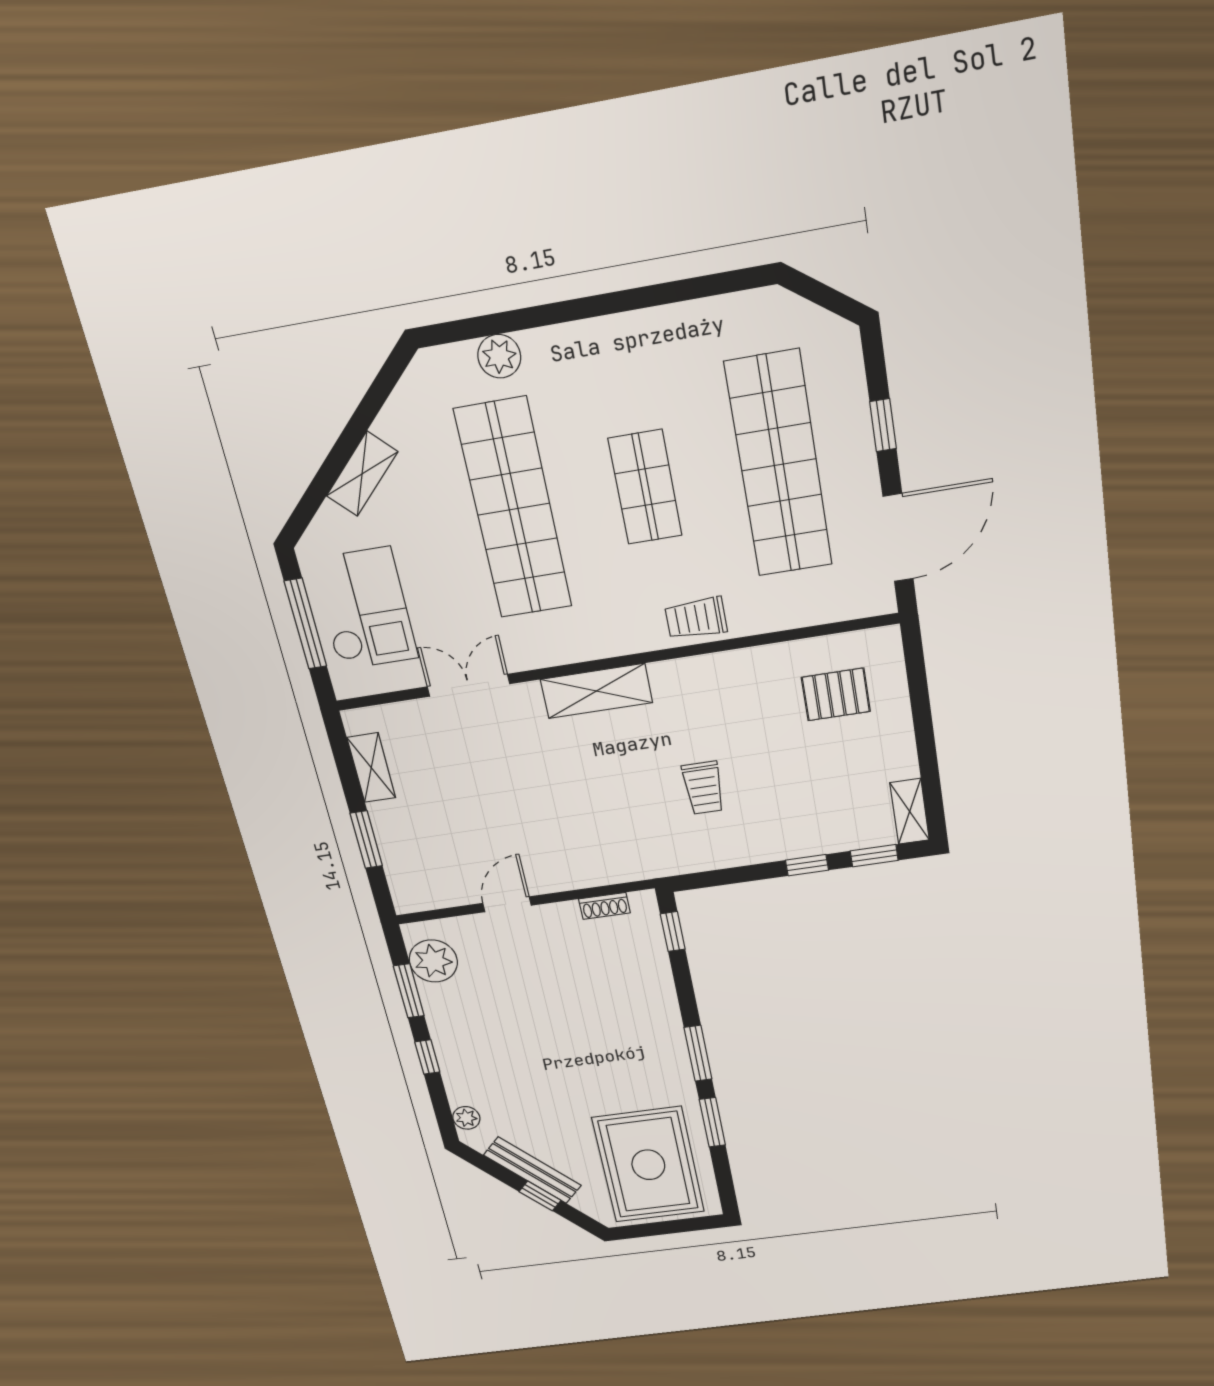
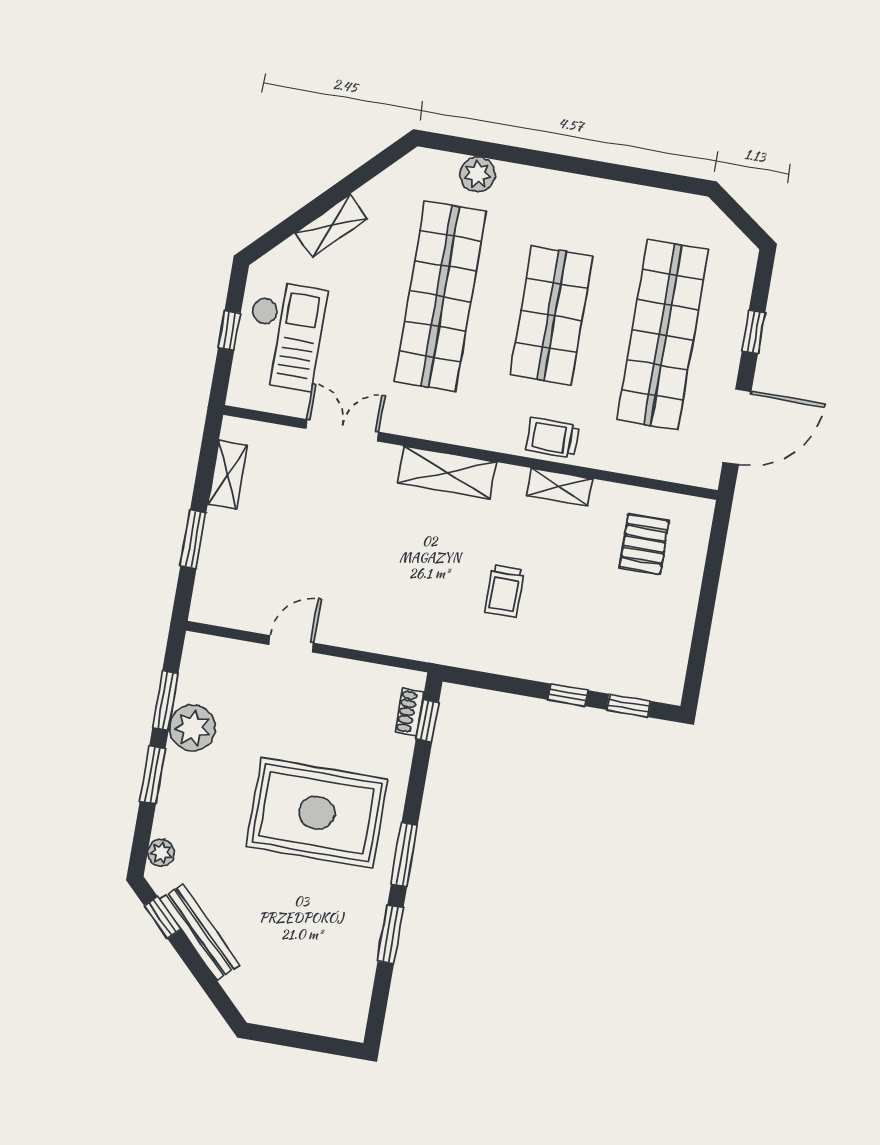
shop shelf: (645, 487) -> (551, 315), width x1.43, depth x1.36
window: (306, 624) -> (229, 330), width x0.46
pallet: (836, 694) -> (644, 544), turned 90
shelving: (910, 811) -> (559, 487), moved, turned 90
shoe rack: (604, 906) -> (410, 712), moved, turned 90
plant: (433, 961) -> (192, 728), moved
window: (427, 1057) -> (153, 775), width x1.50
rug: (648, 1165) -> (317, 813), moved, turned 90
window: (540, 1196) -> (163, 918), moved

